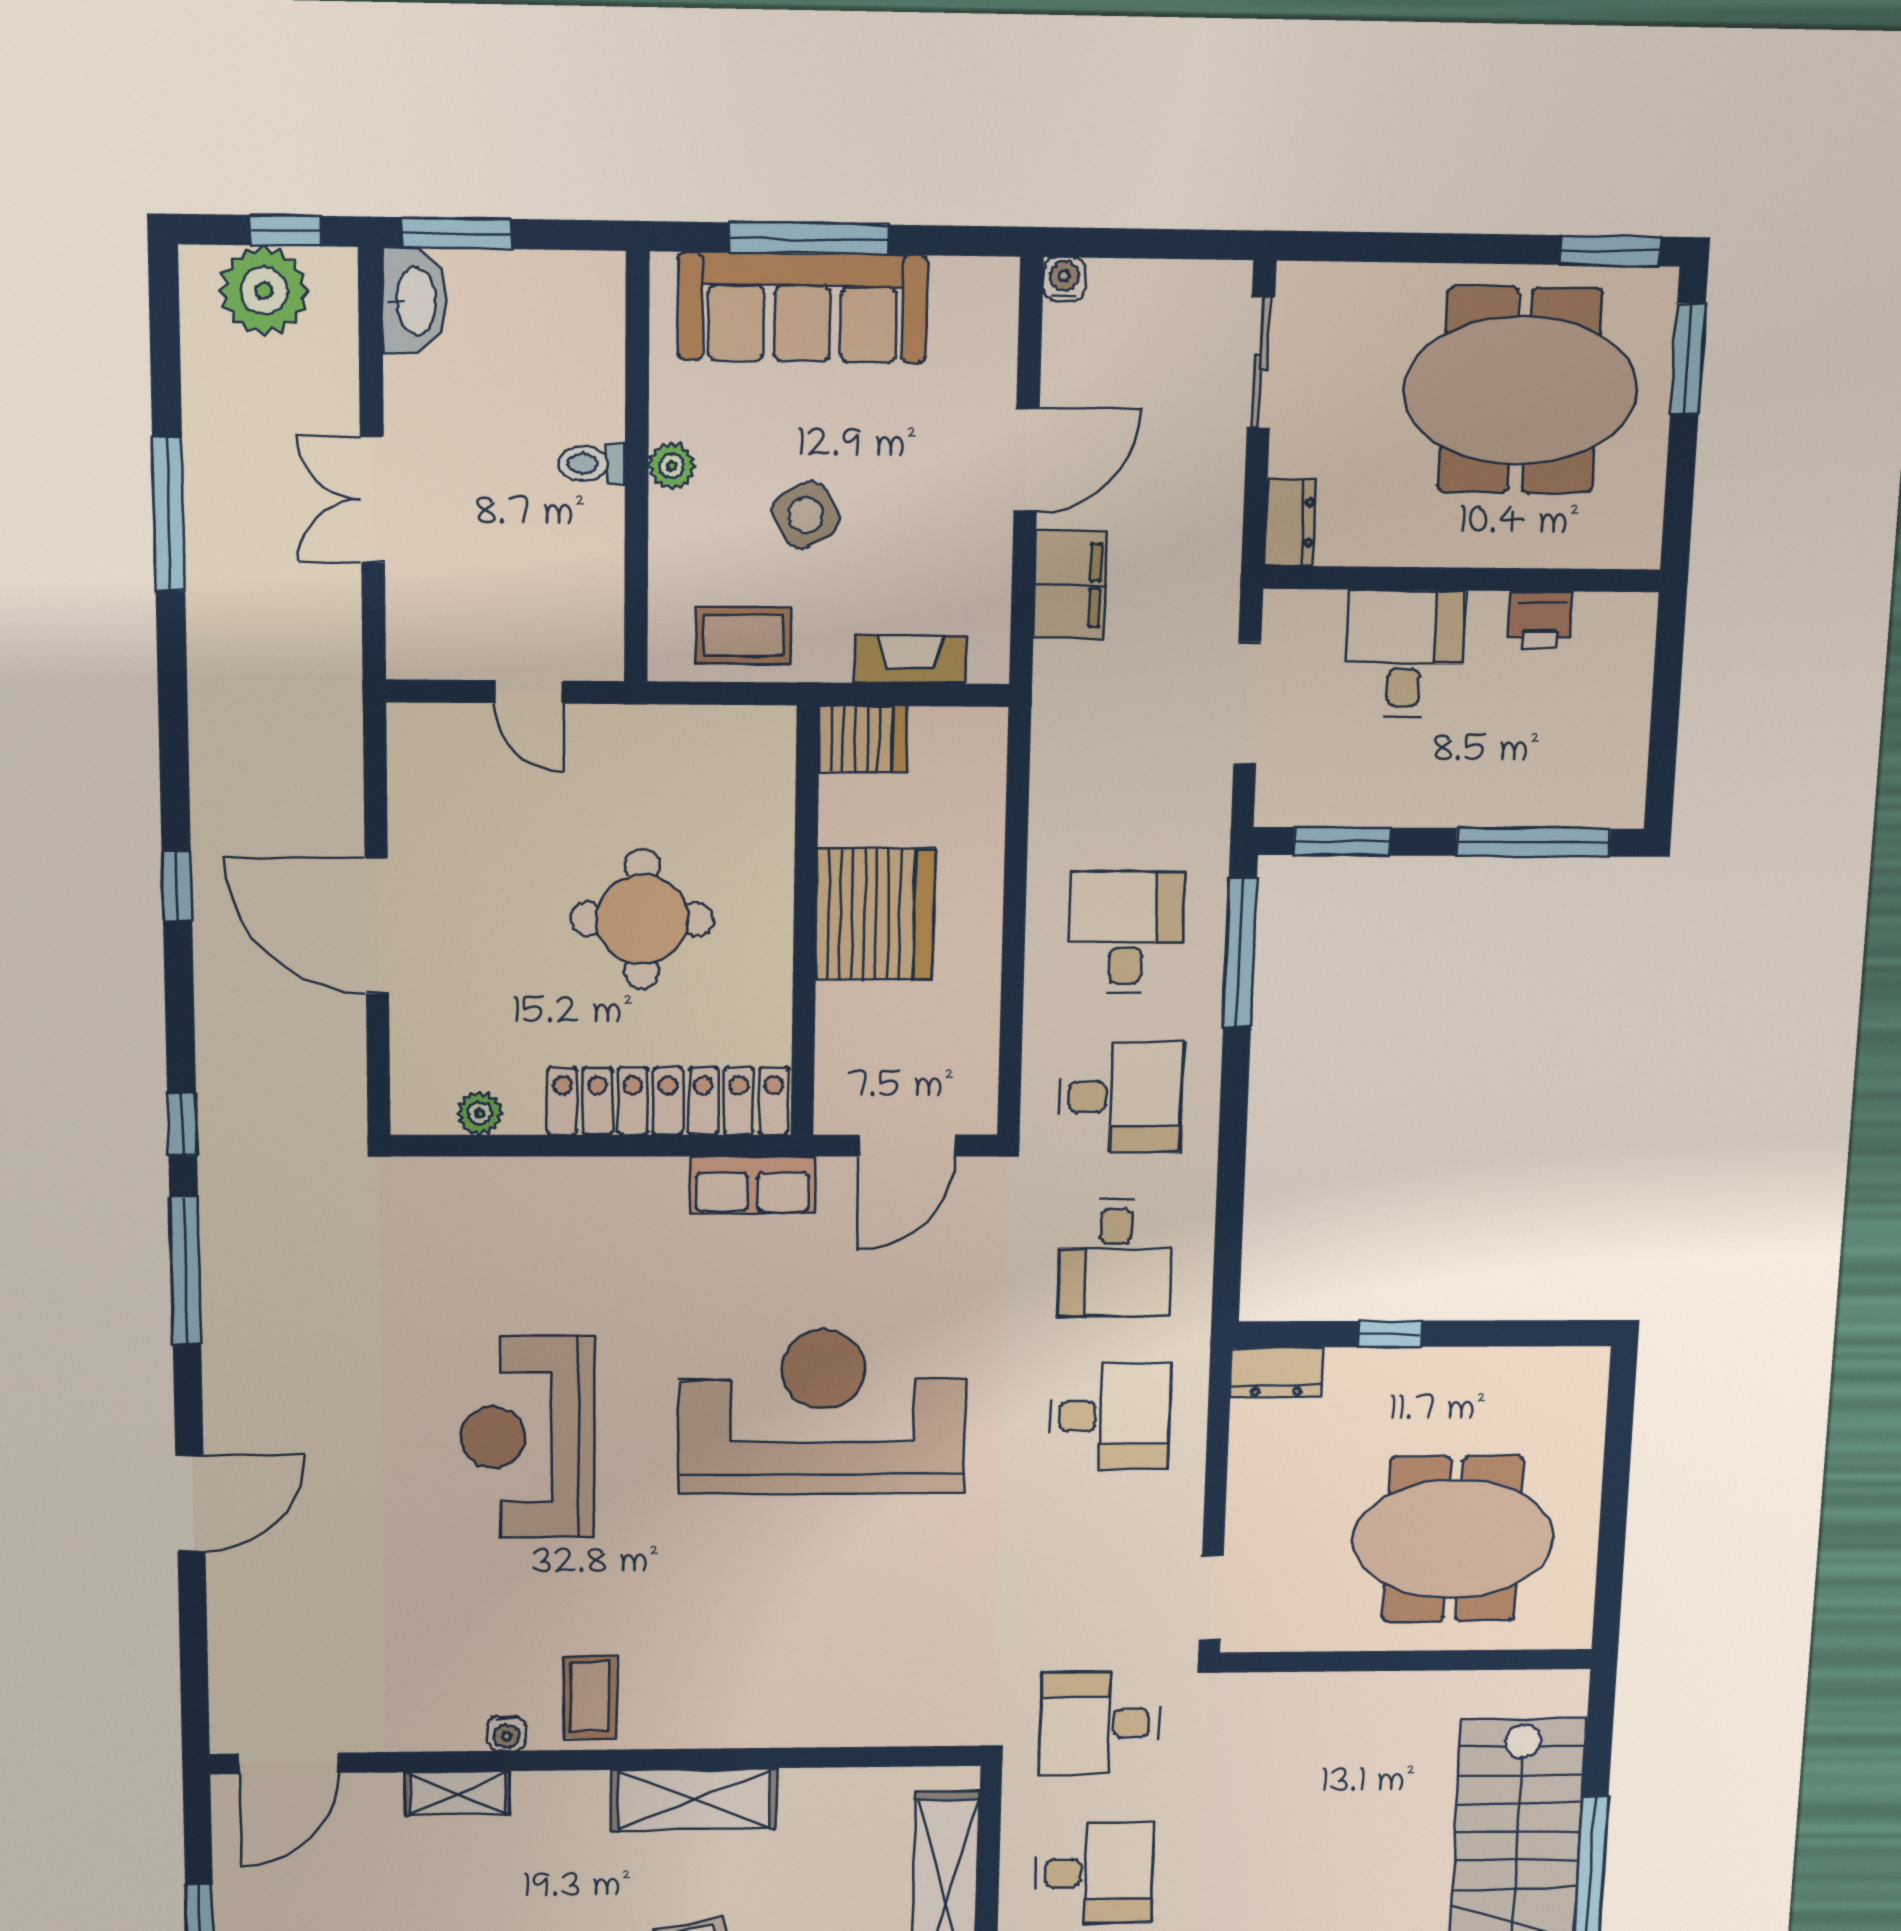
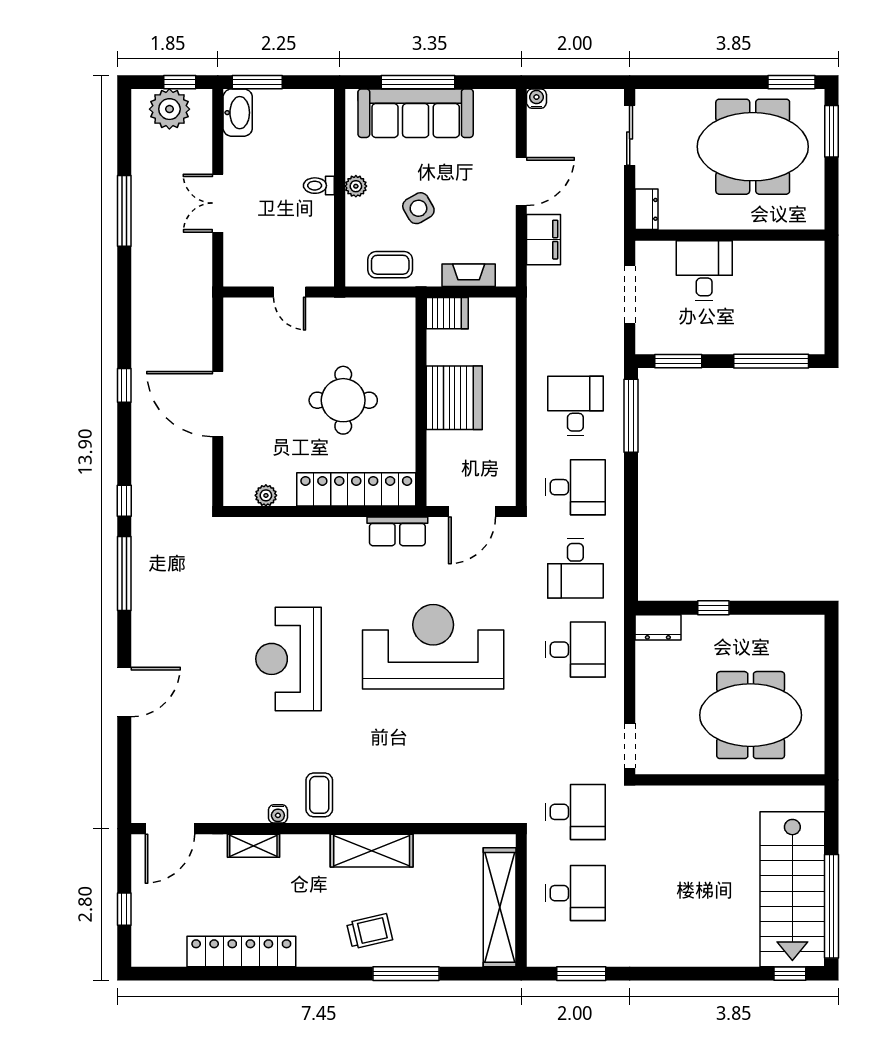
printer: (1540, 620) -> (768, 254), removed
desk: (1100, 1724) -> (575, 812), turned 180

